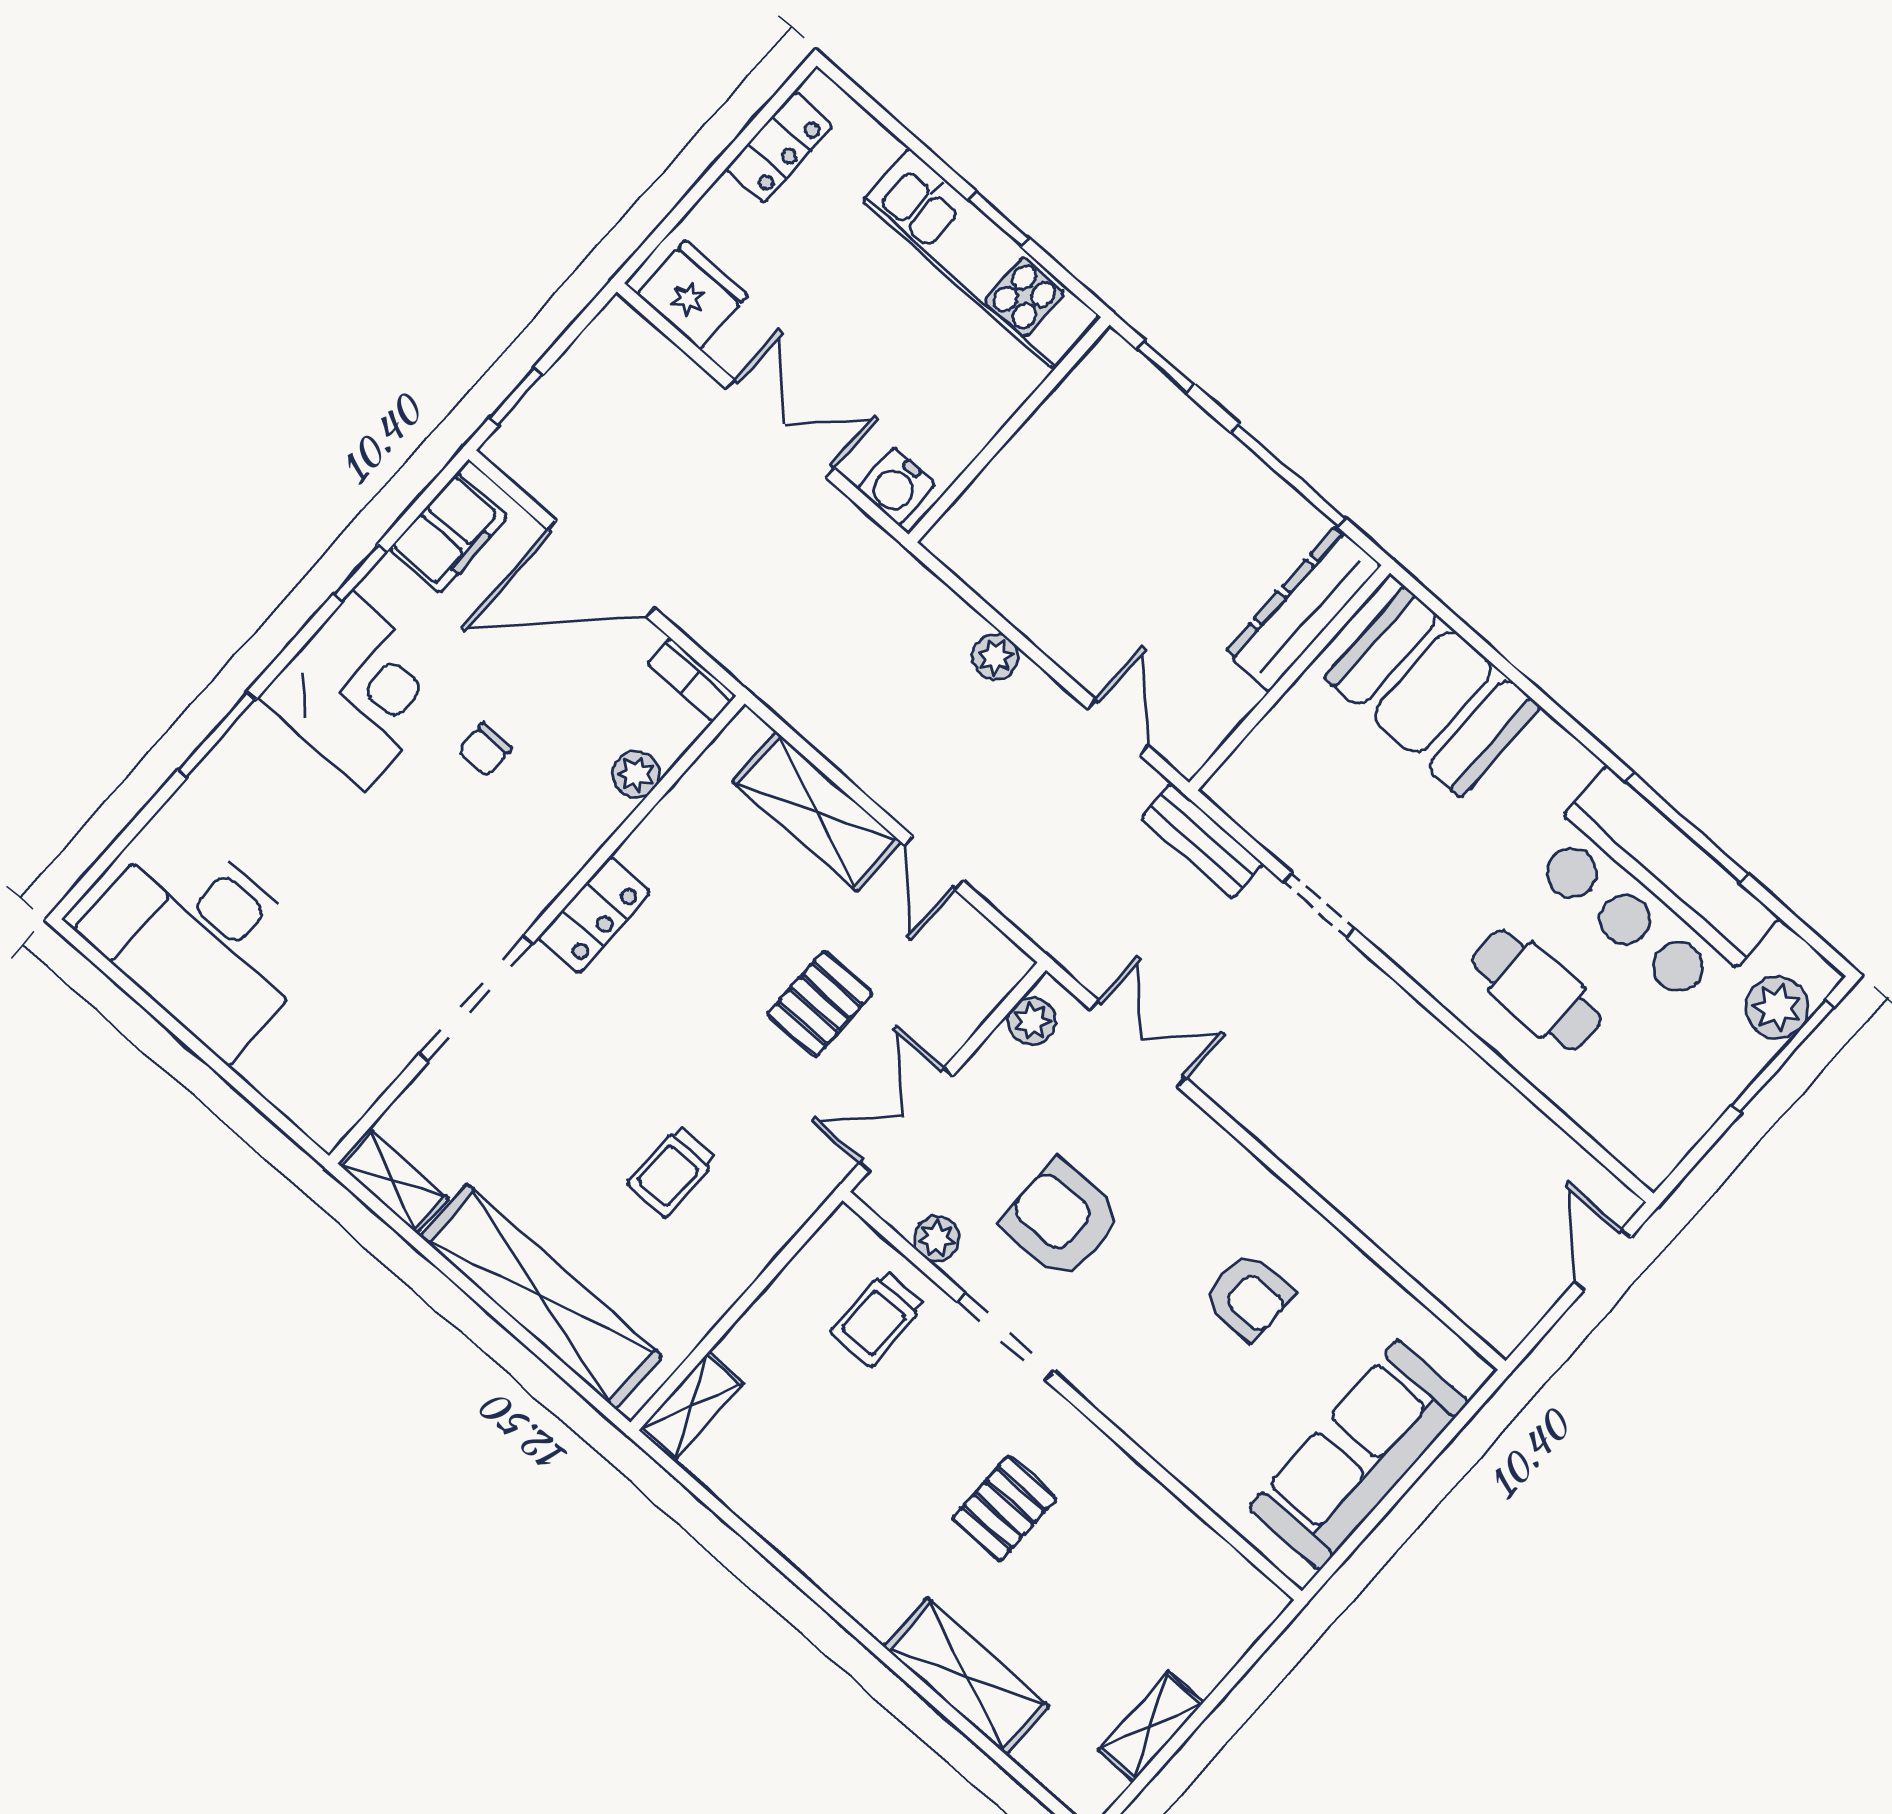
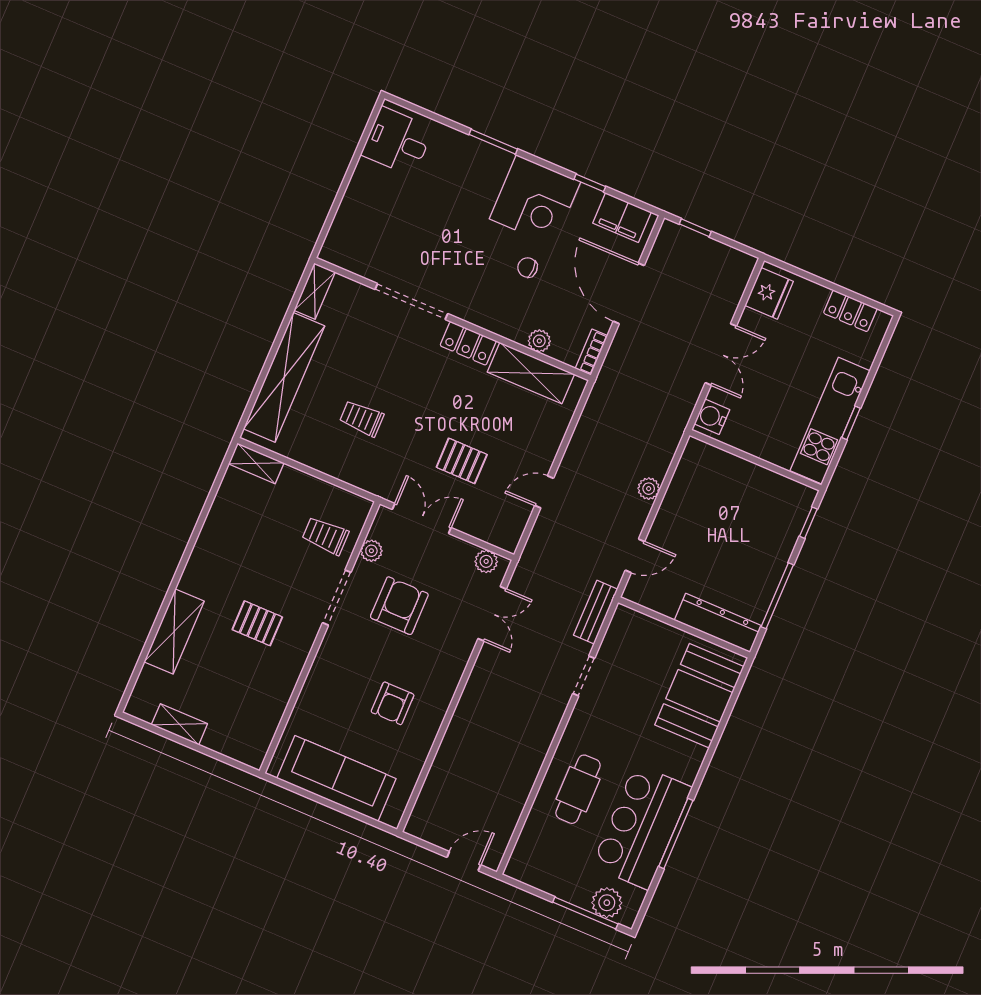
shelving: (817, 811) -> (531, 373), moved, turned 90
desk: (202, 940) -> (397, 141), width x0.53, depth x0.77

